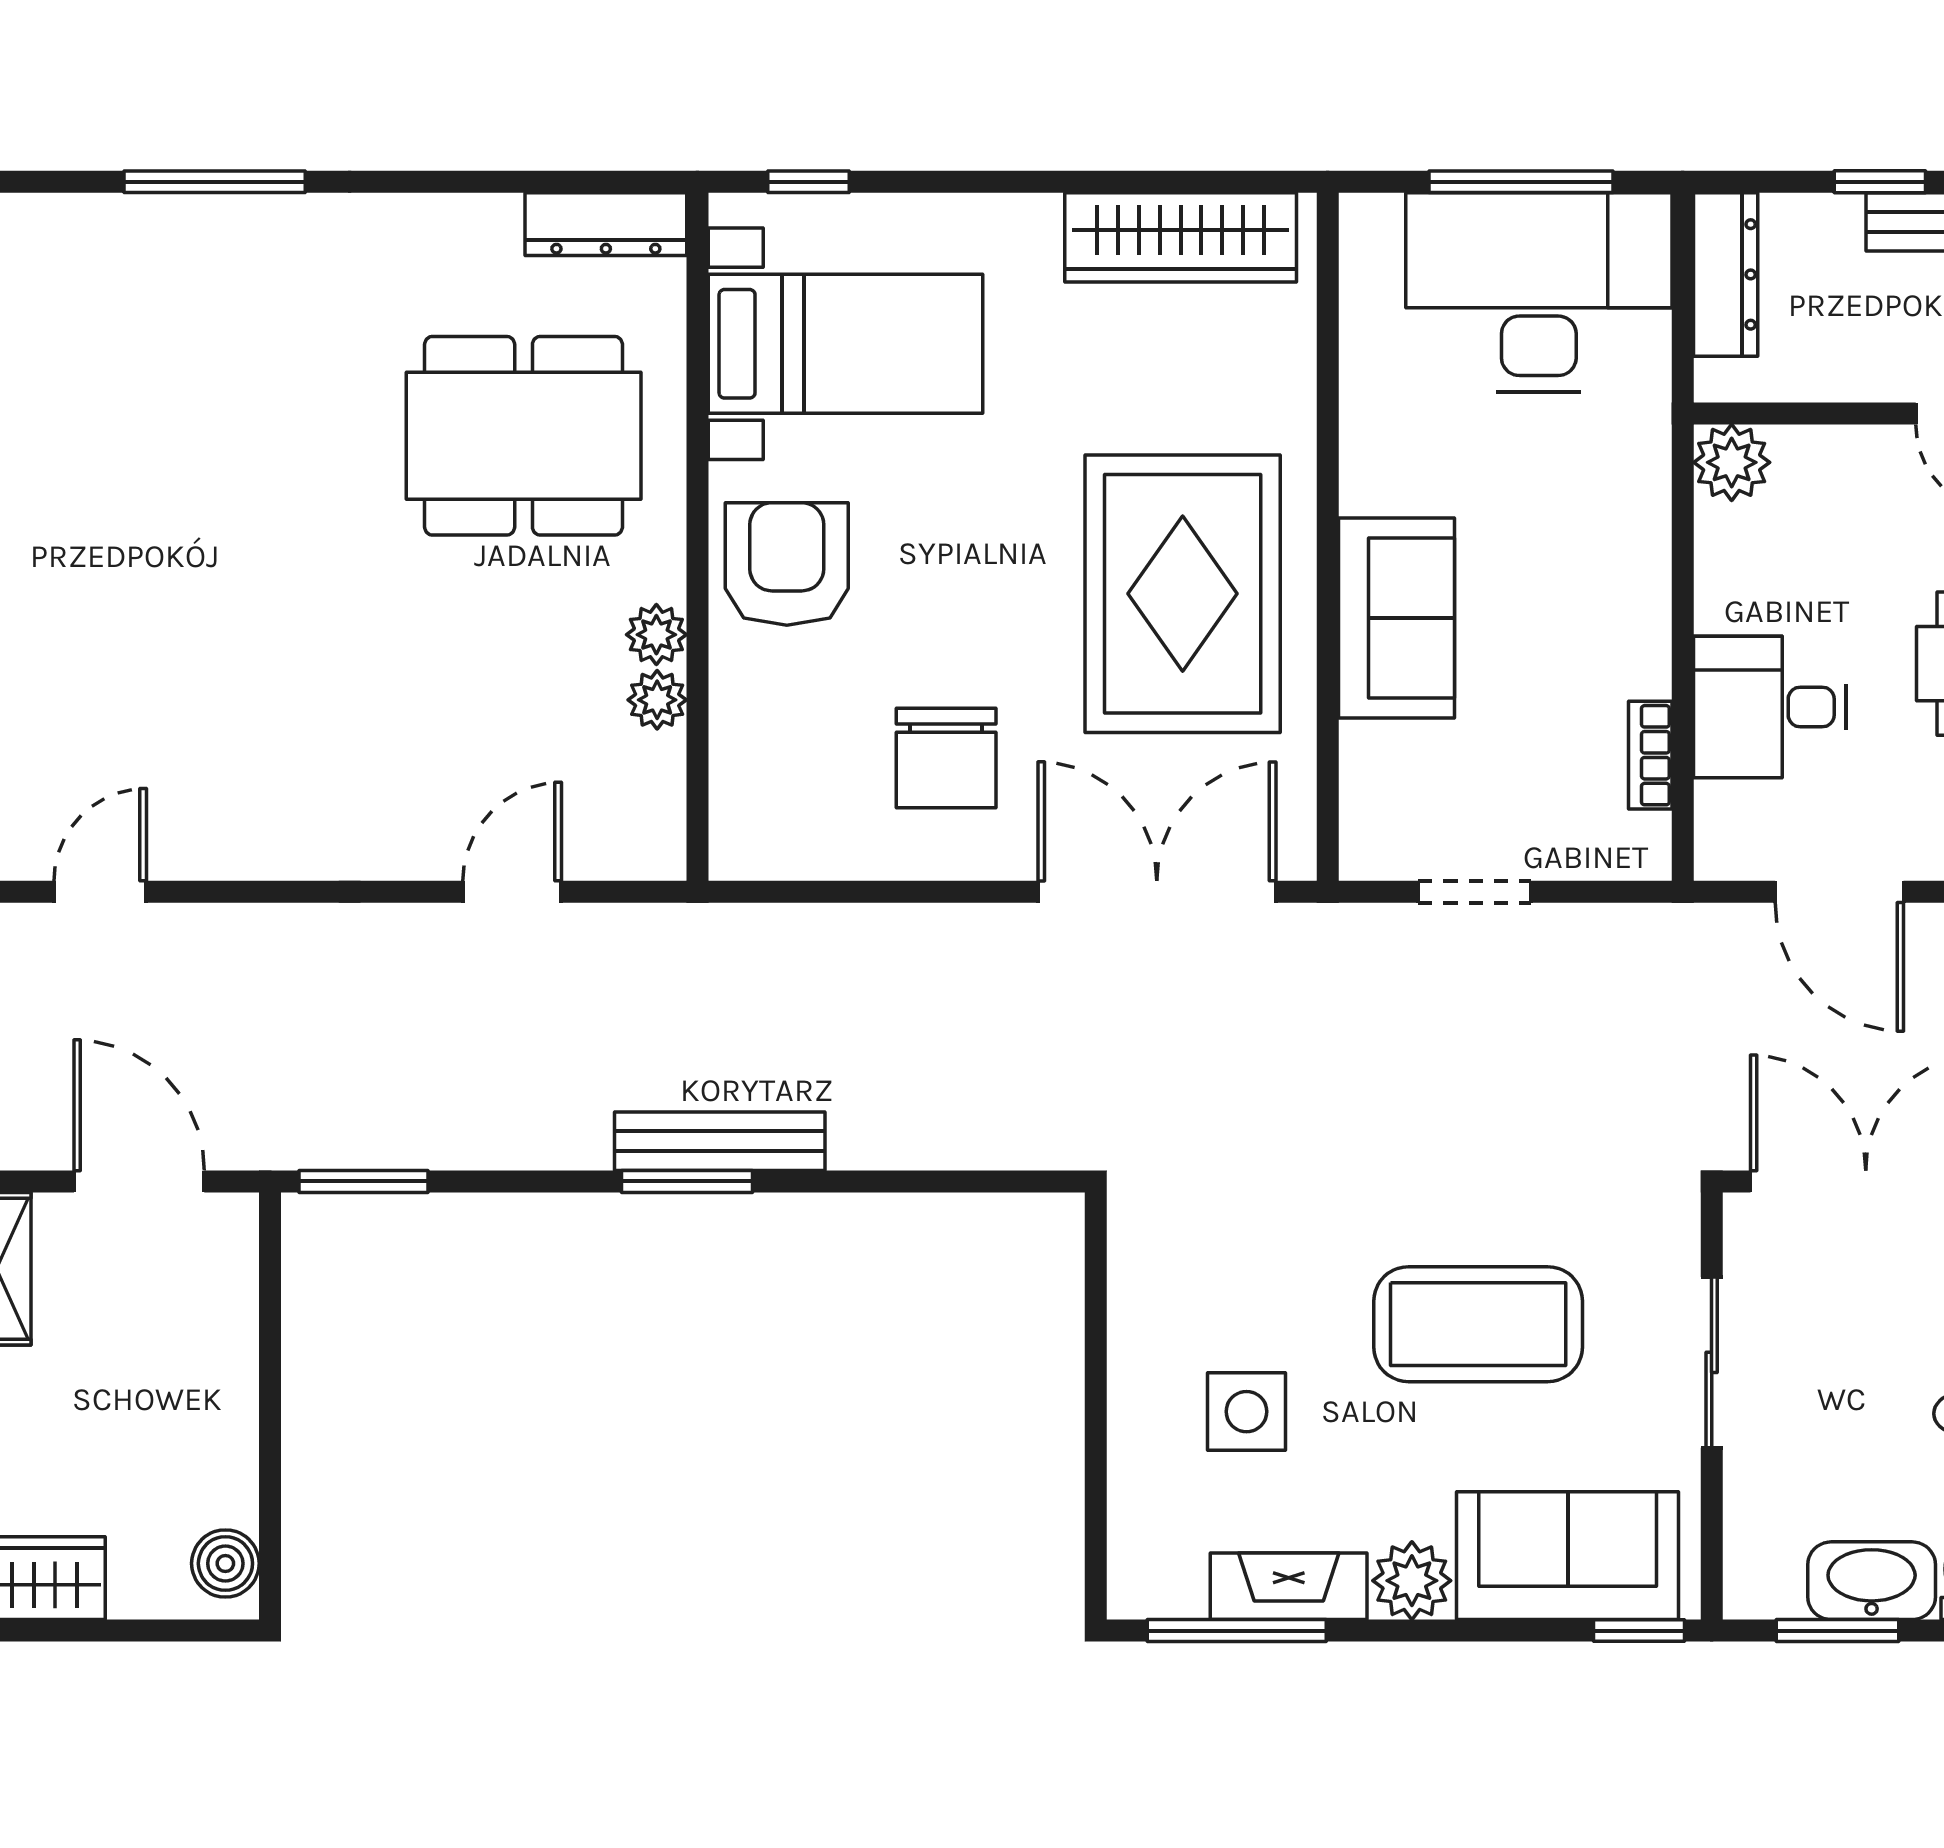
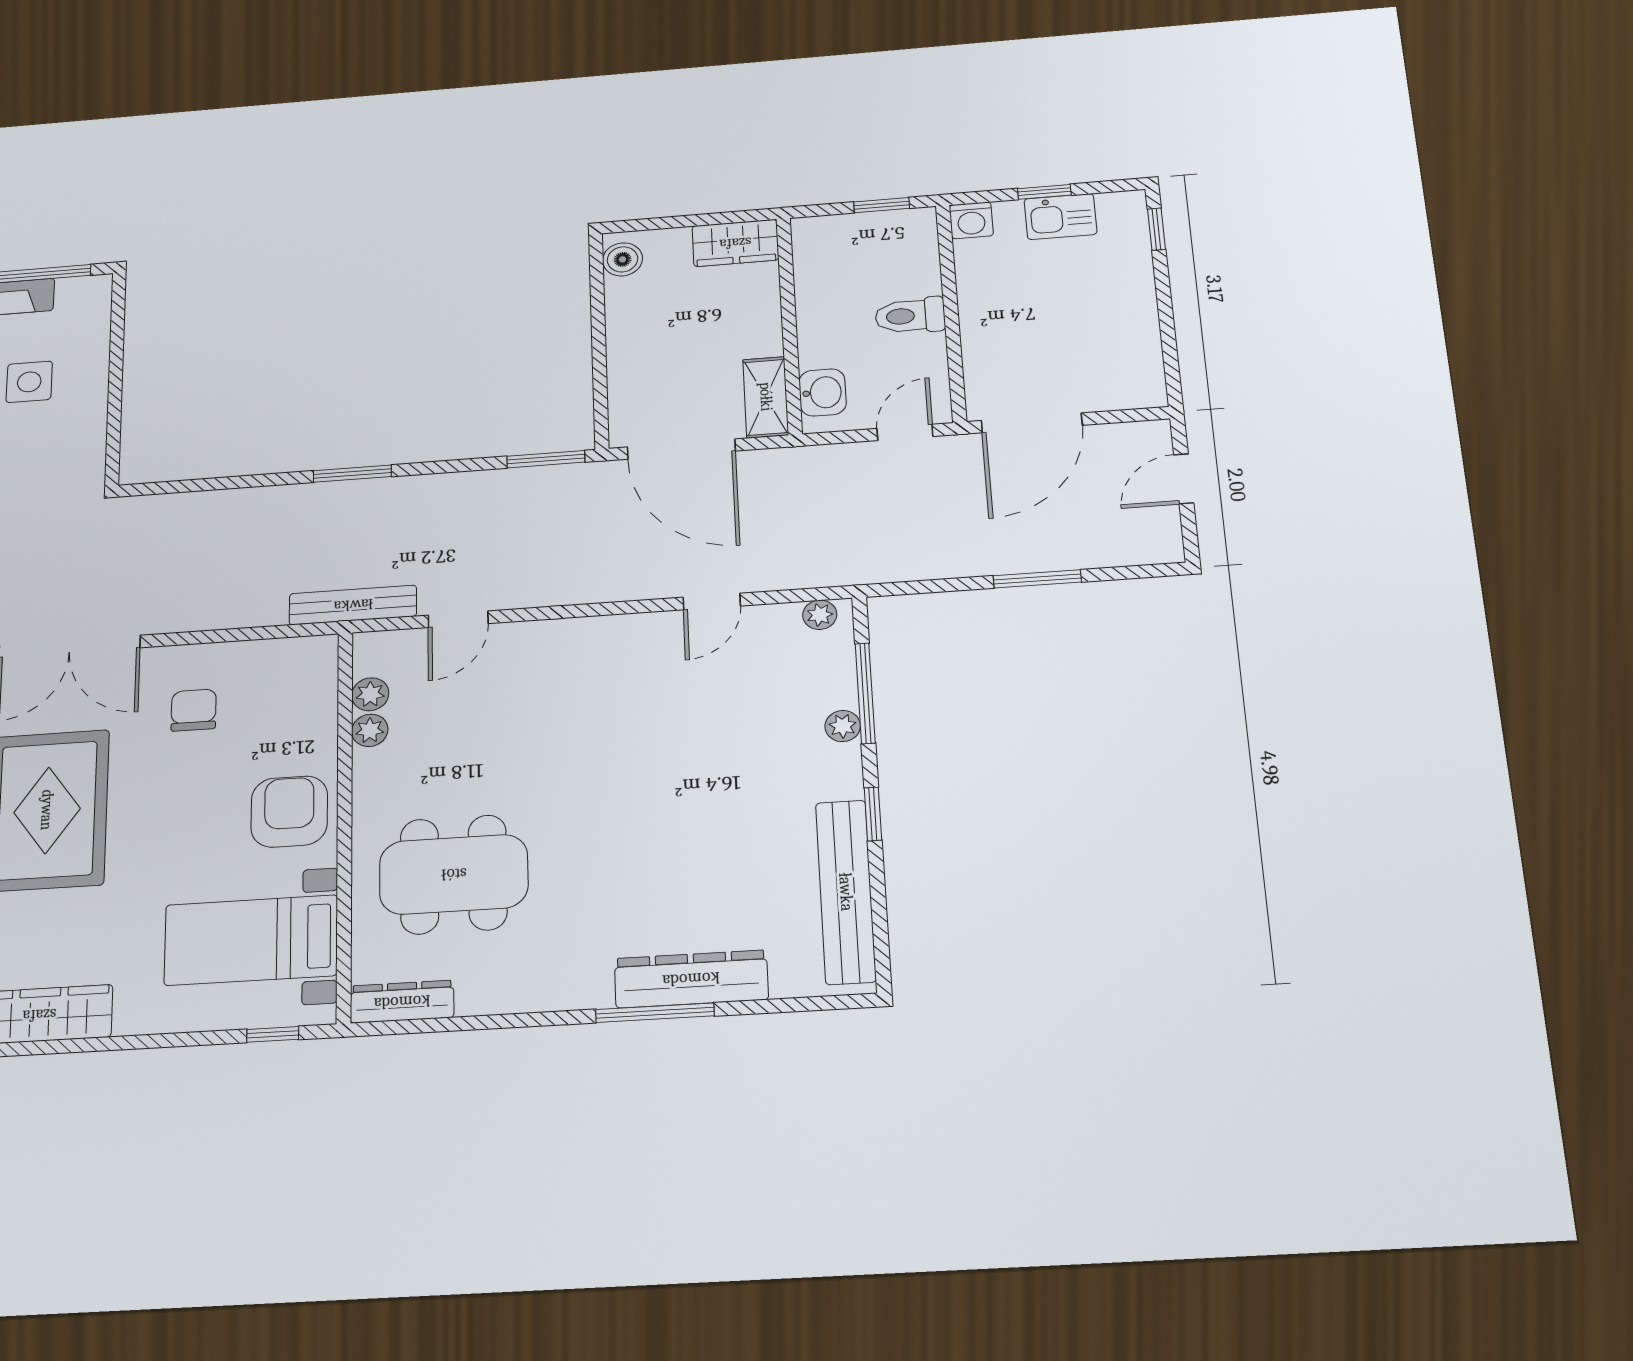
dresser: (157, 234) -> (691, 979), added
armchair: (787, 564) -> (289, 812), turned 180
plant: (656, 635) -> (370, 694), moved
chair: (946, 758) -> (194, 710), width x0.73, depth x0.73
bench: (720, 1141) -> (353, 605), moved
door: (139, 1181) -> (681, 449), width x1.36

